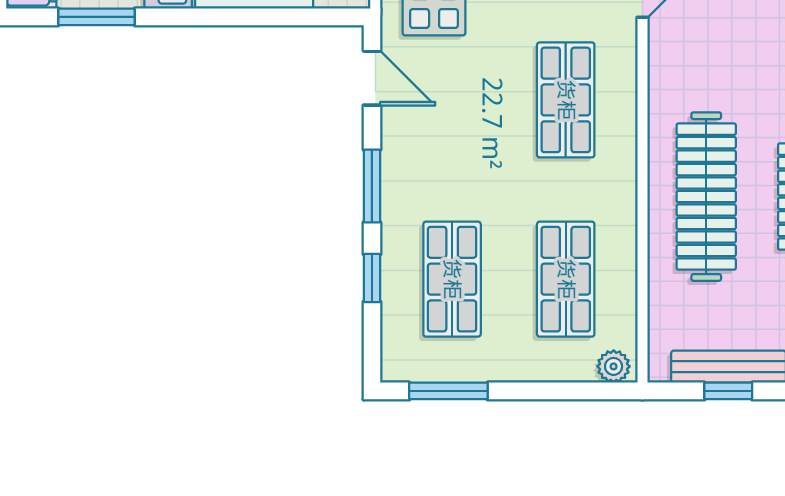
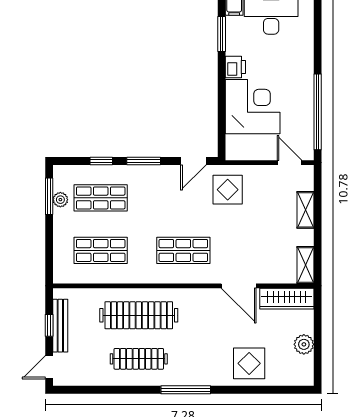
plant: (614, 366) -> (60, 200), moved

